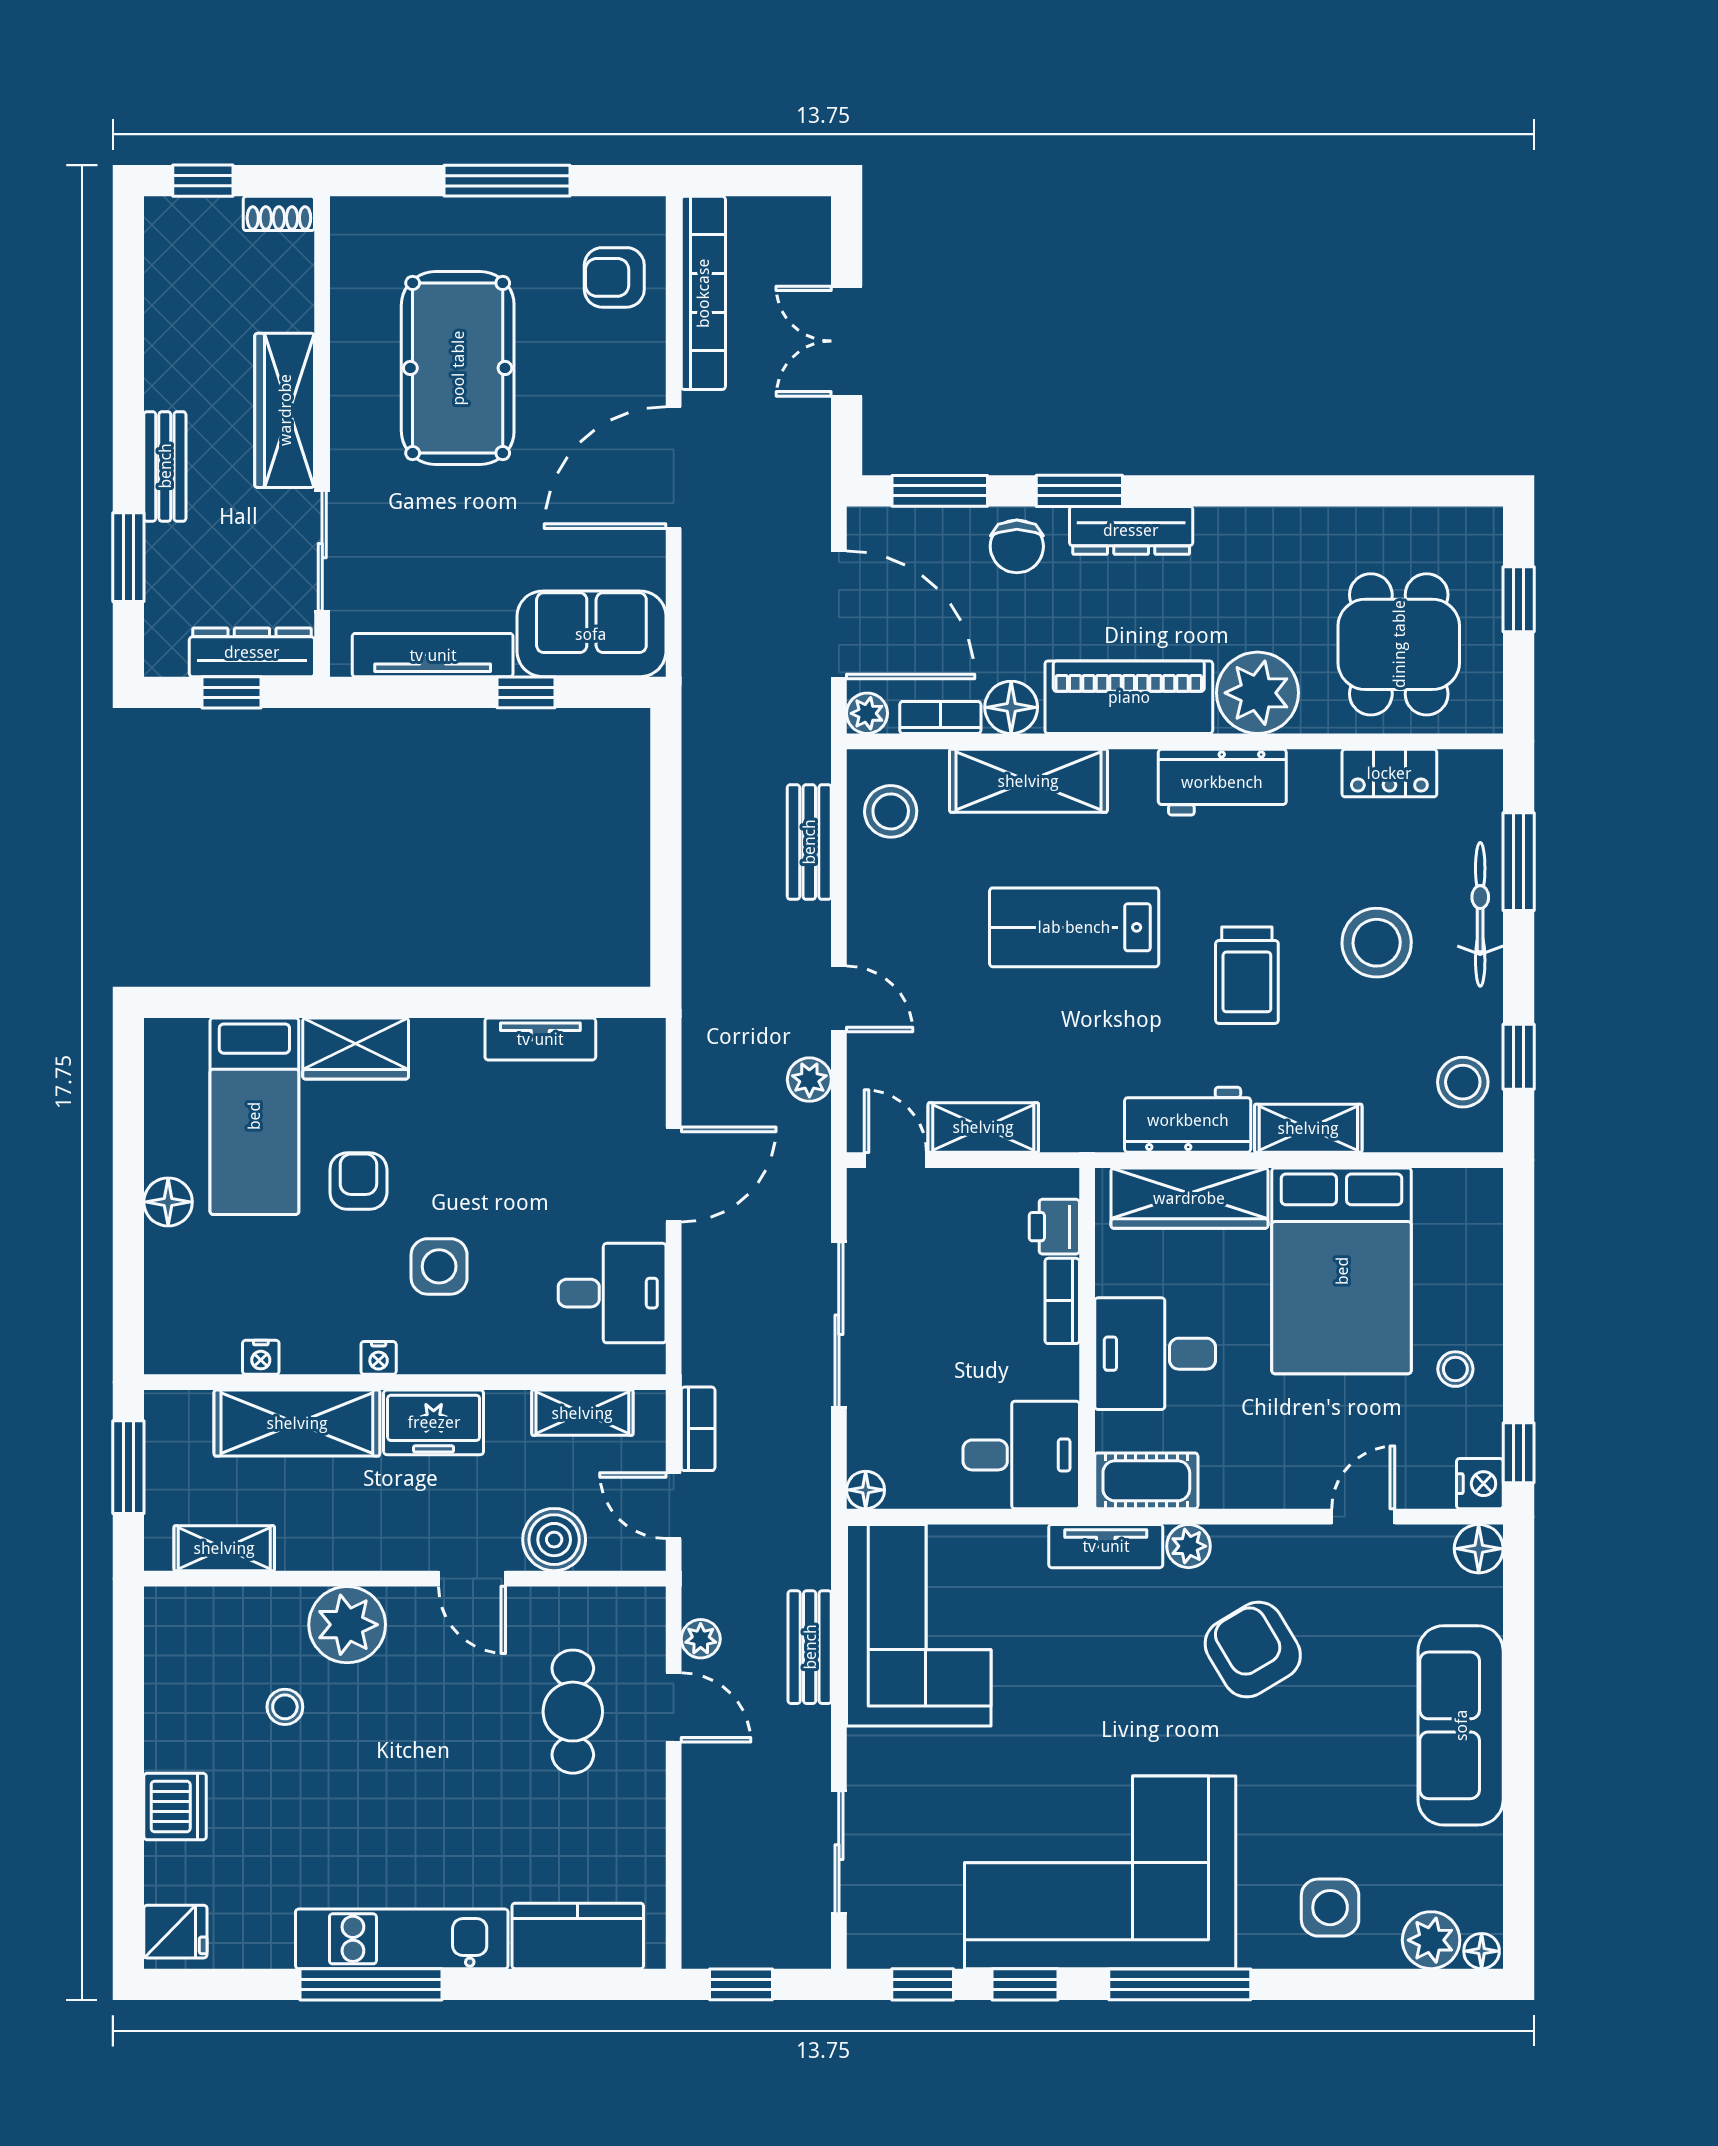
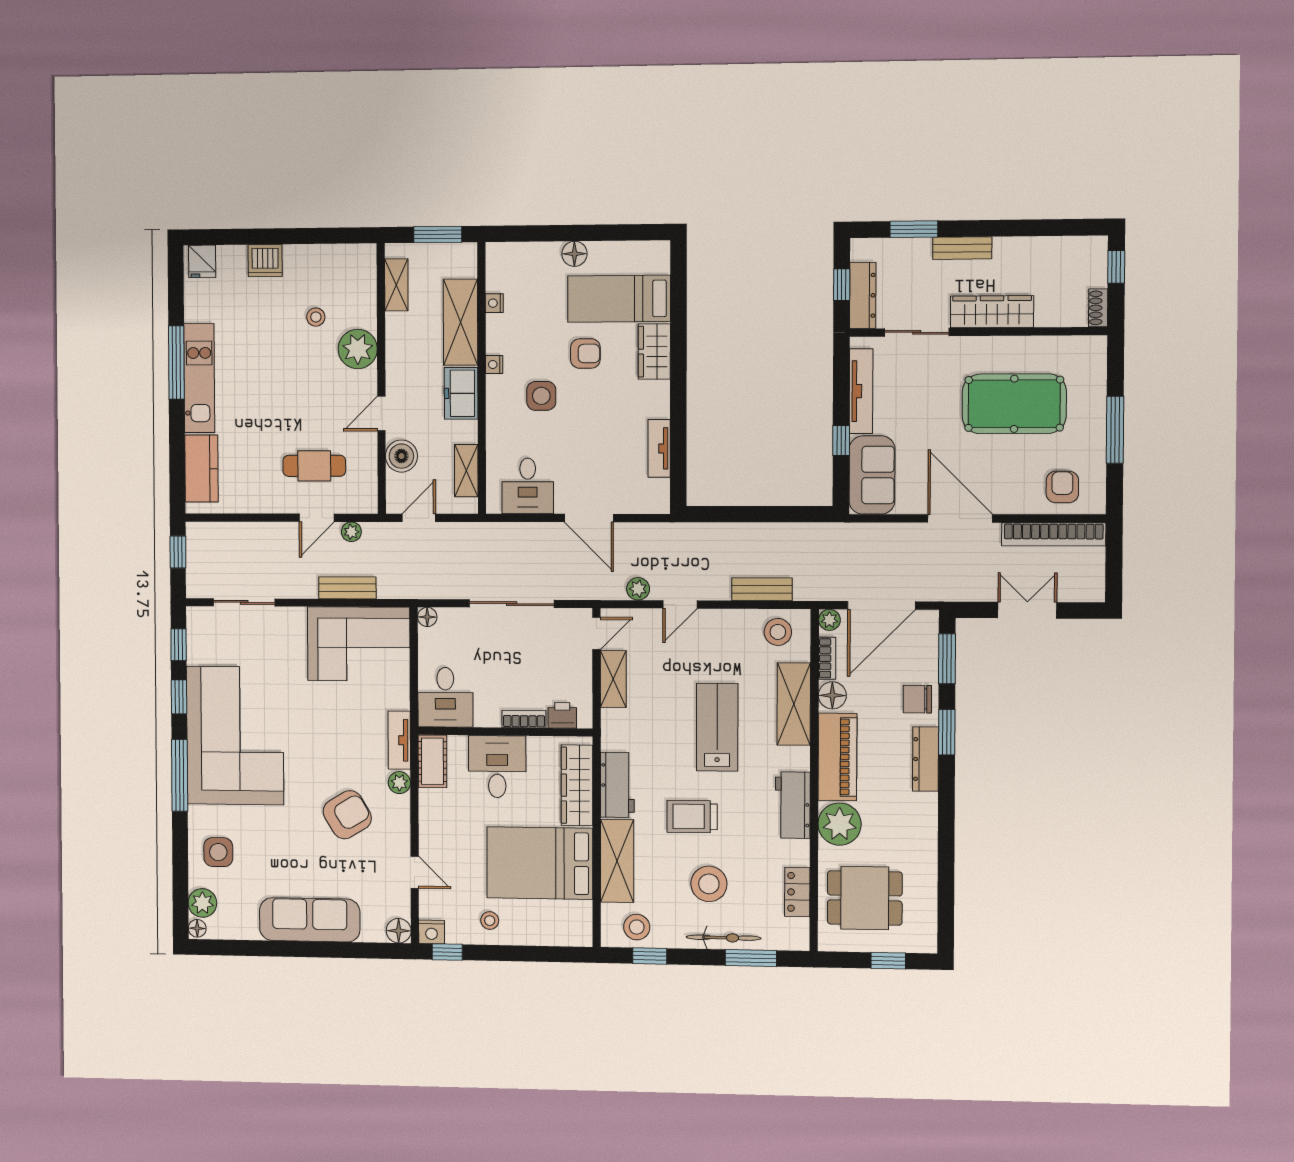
shelving: (1308, 1128) -> (617, 861), width x1.50, depth x1.33
bookcase: (698, 1429) -> (458, 531), removed

